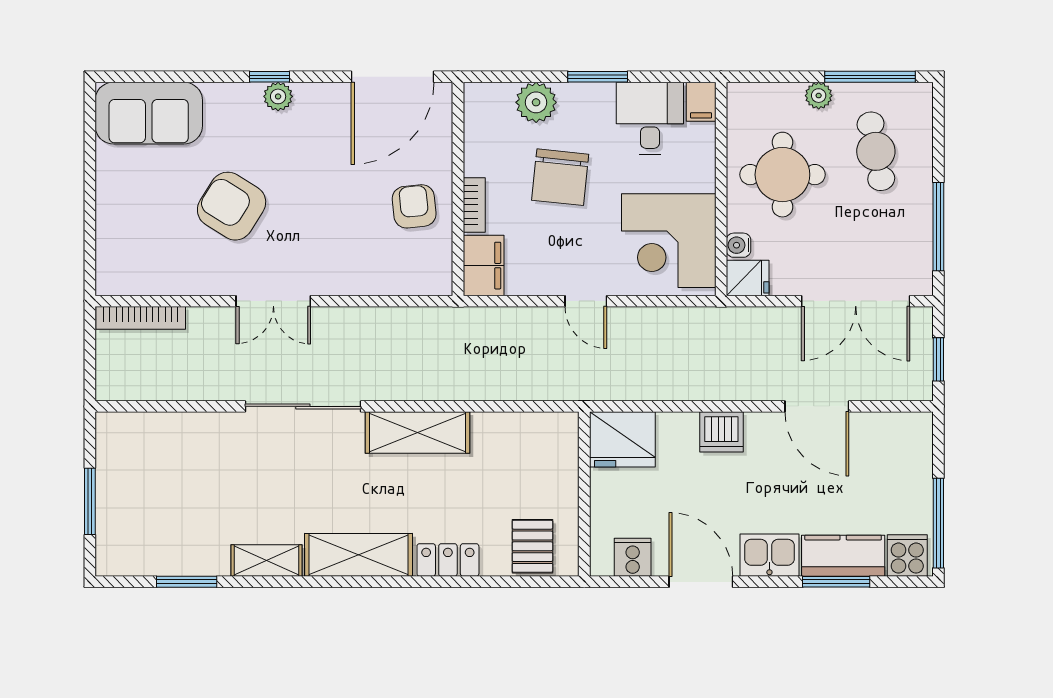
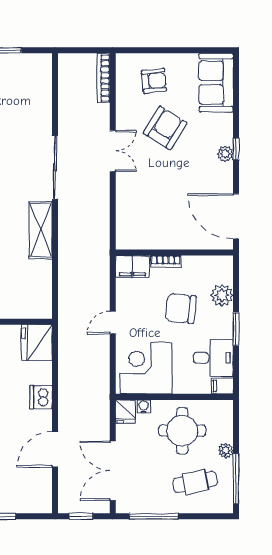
armchair: (414, 206) -> (154, 81), moved
double door: (273, 301) -> (113, 151), swing flipped

